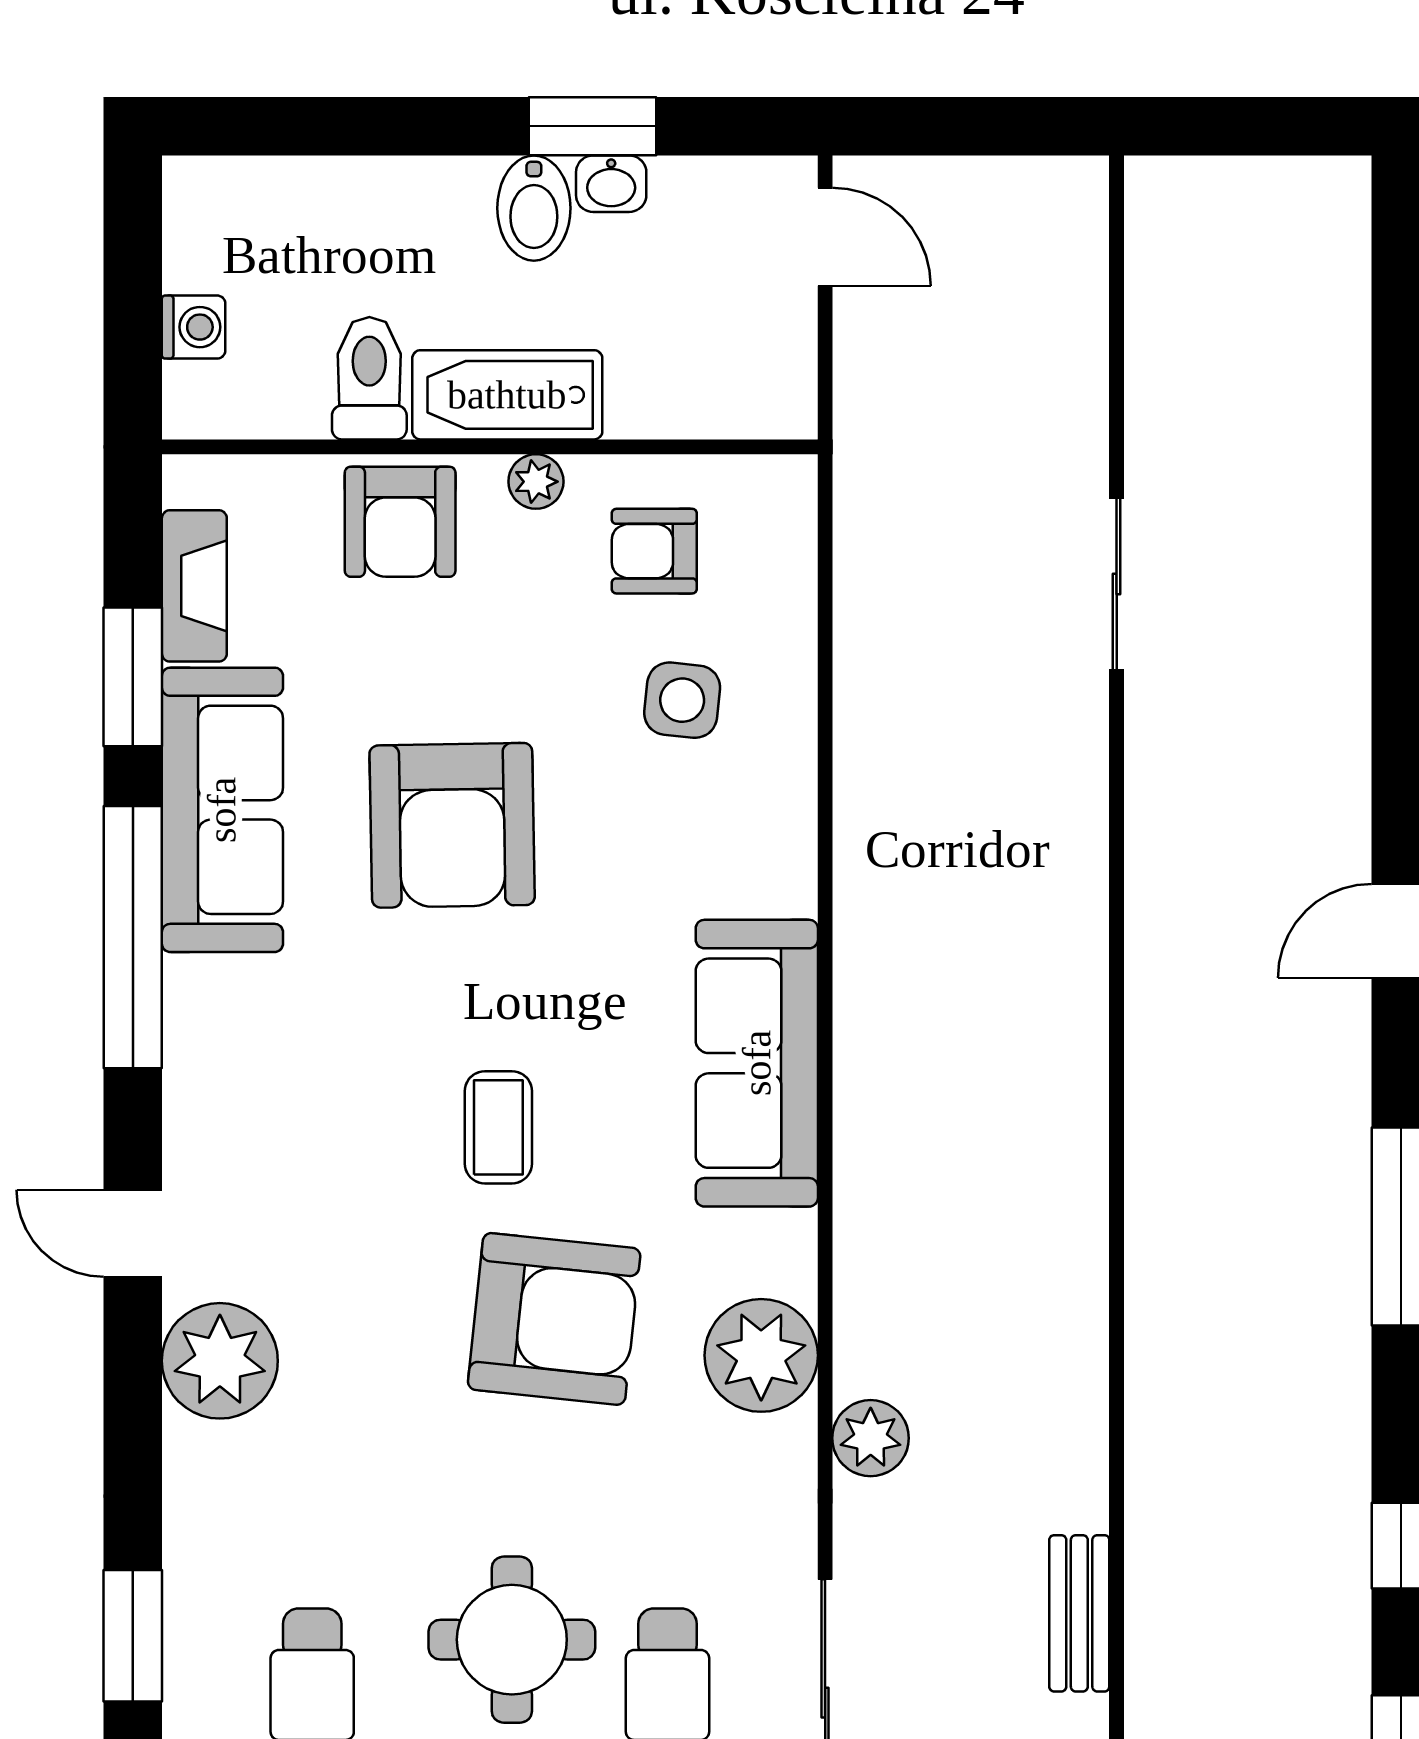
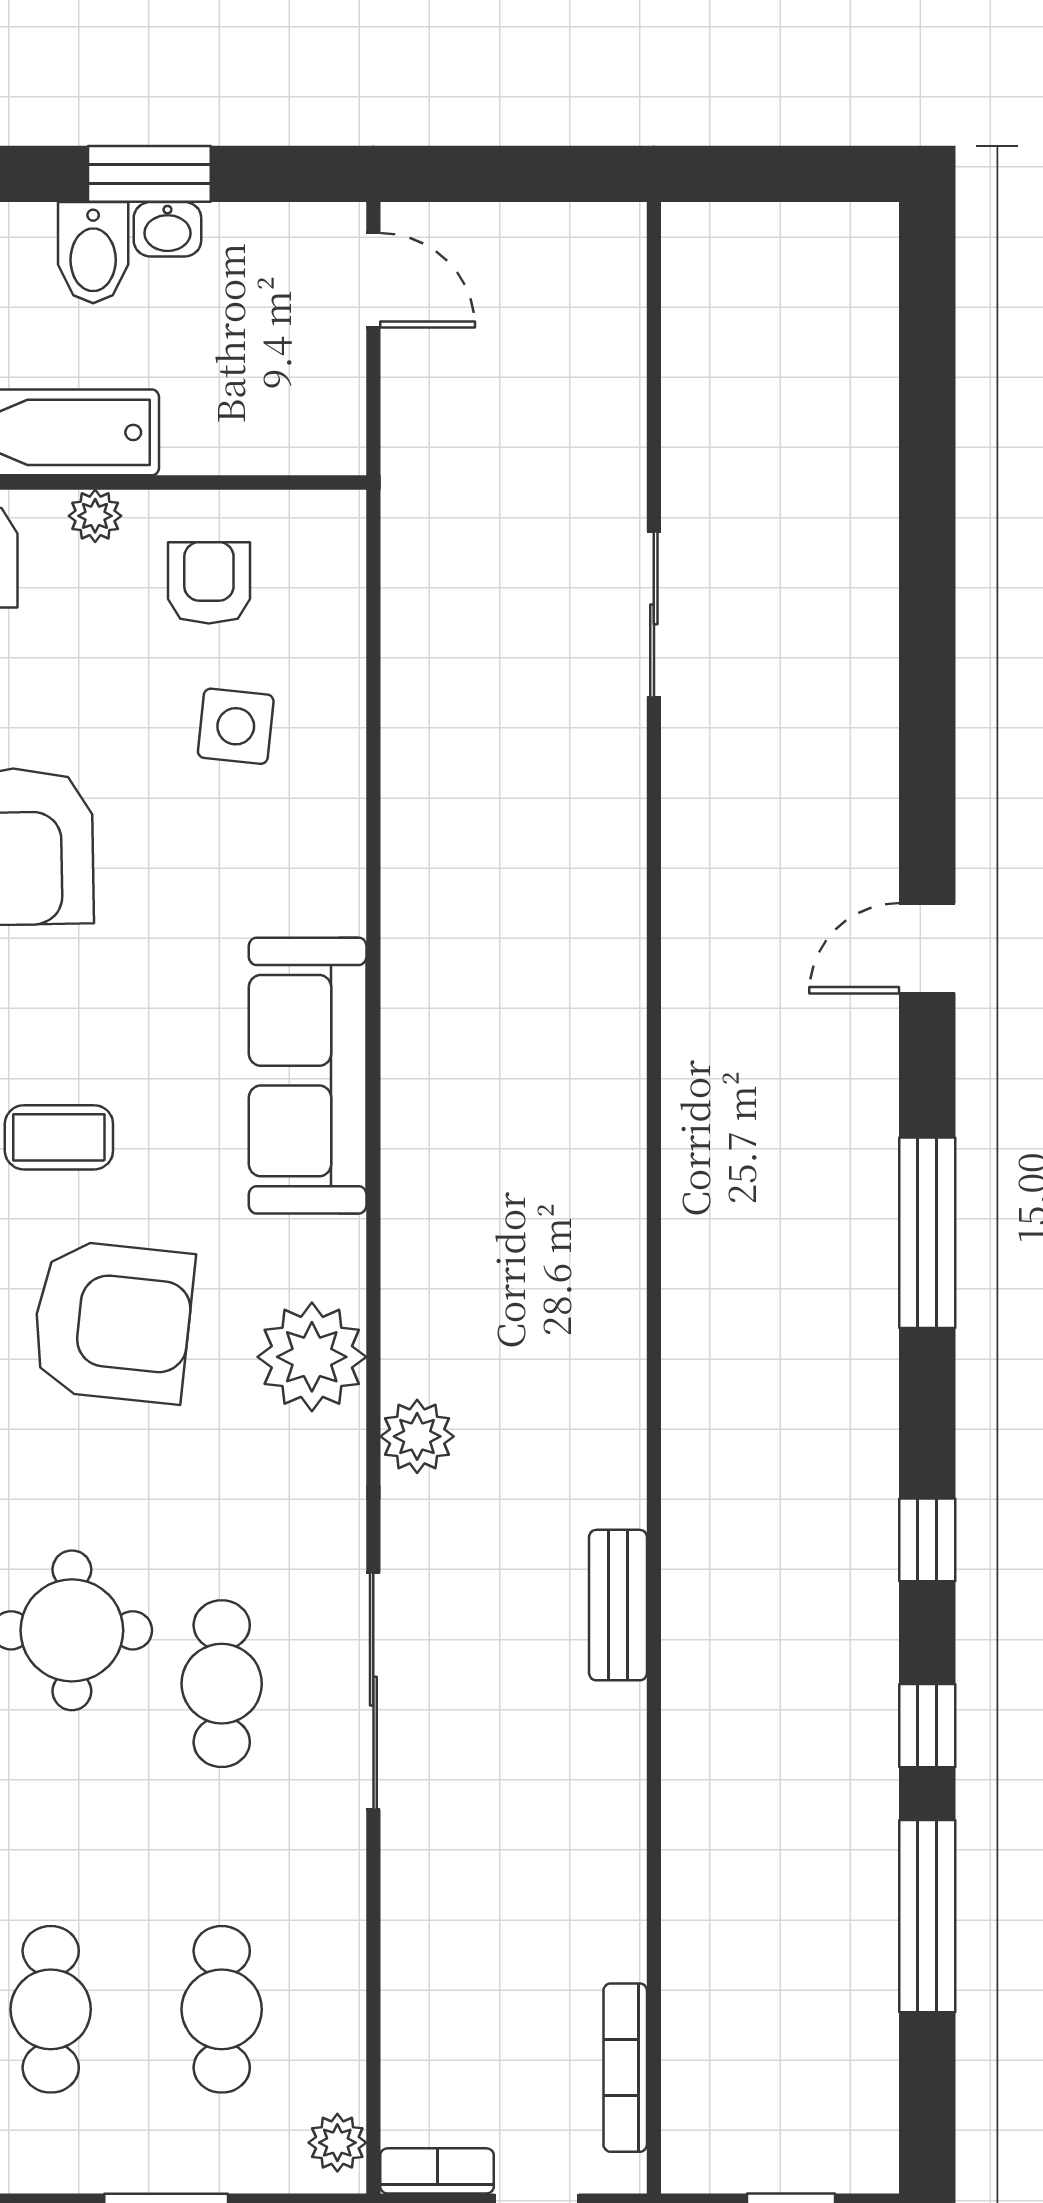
armchair: (654, 551) -> (209, 583), turned 90
coffee table: (498, 1127) -> (59, 1137), turned 90

